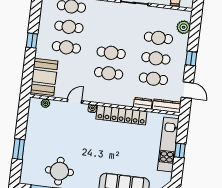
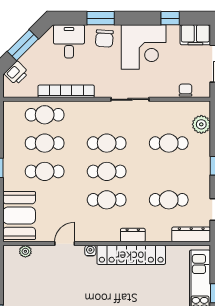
cafe table: (156, 58) -> (107, 143), moved
dresser: (143, 103) -> (133, 235), moved

